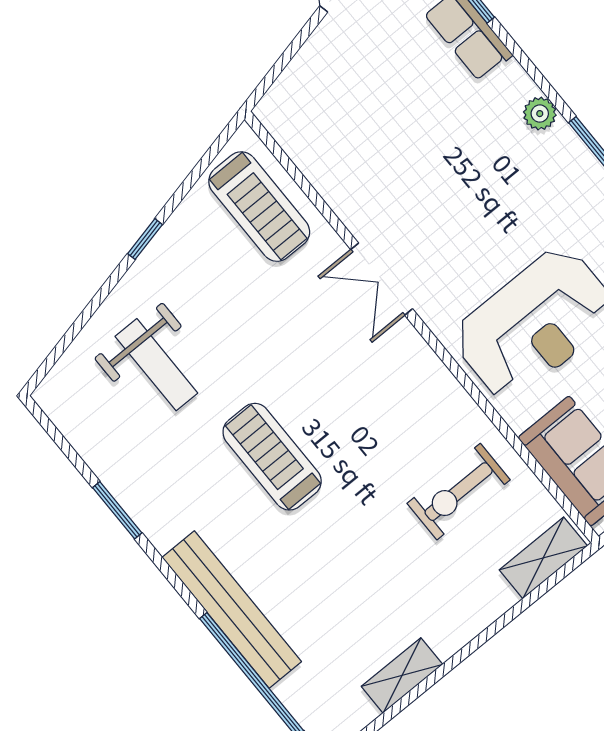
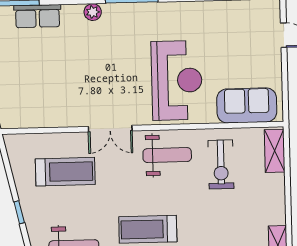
treadmill: (259, 207) -> (65, 172), moved
weight bench: (409, 398) -> (167, 155), added

